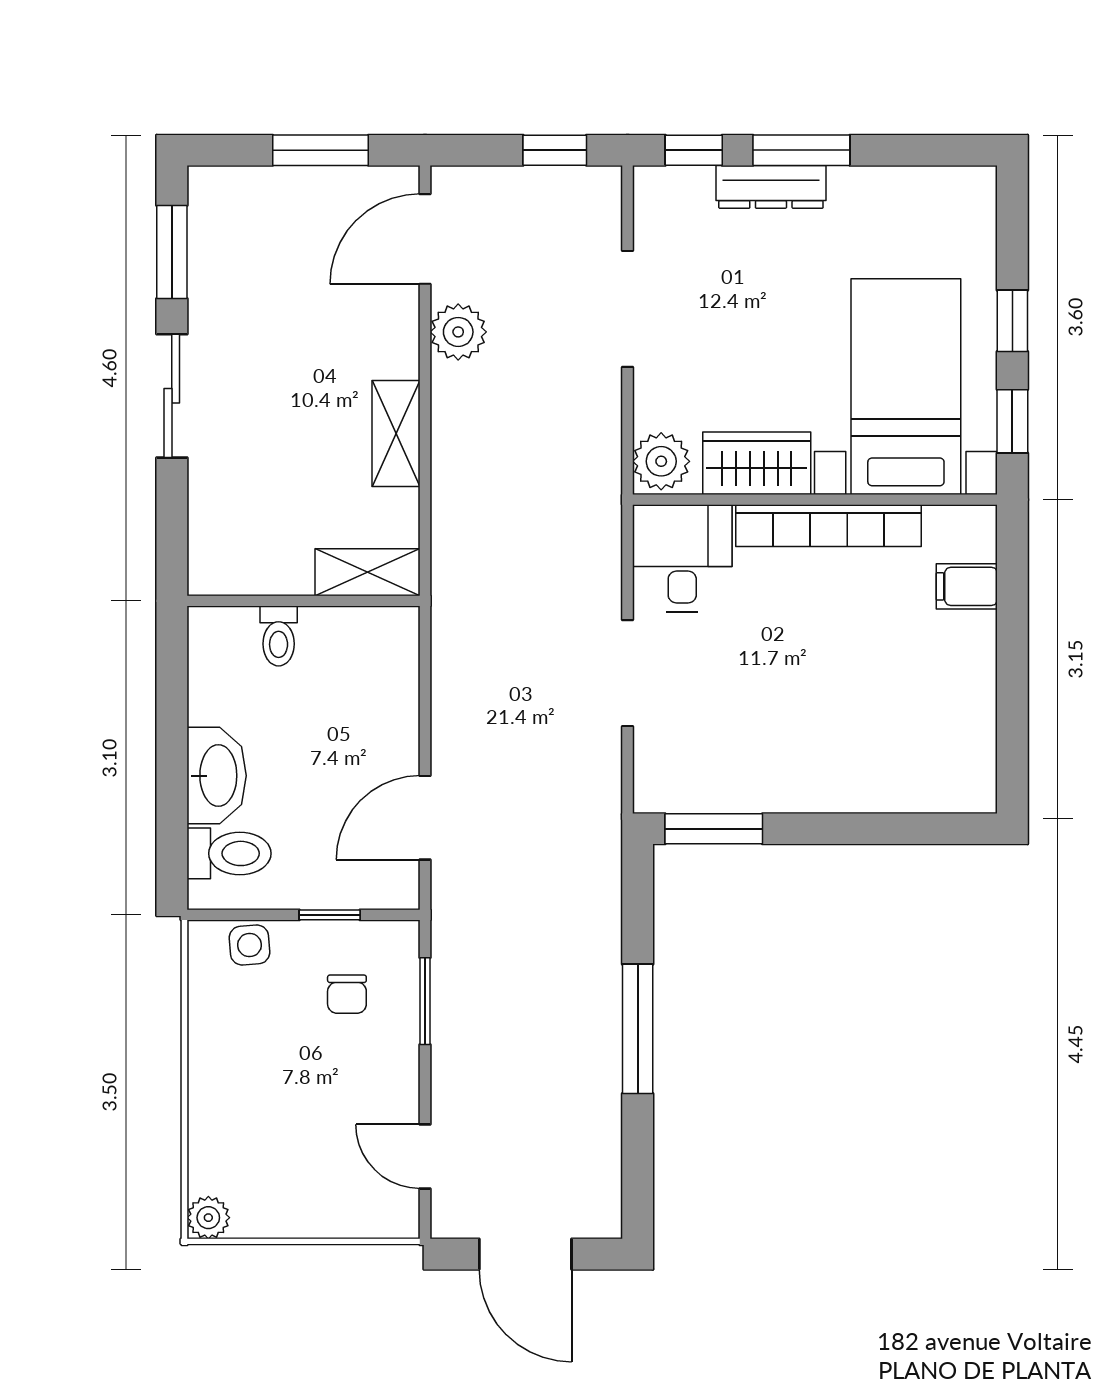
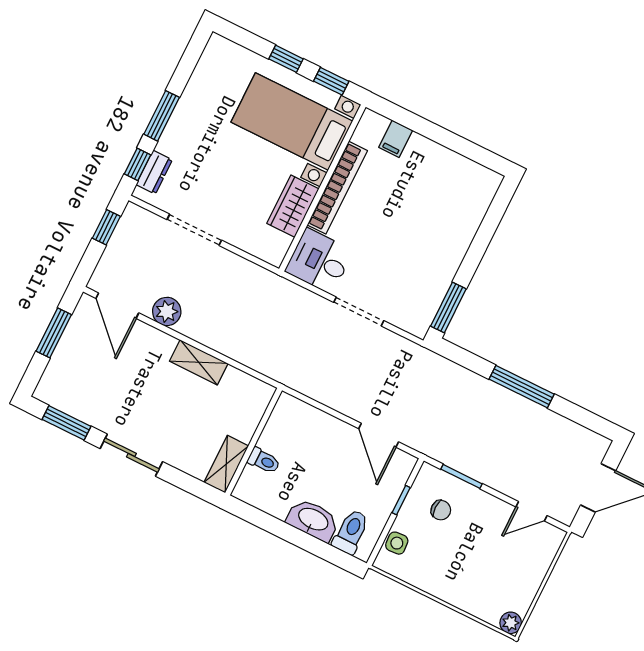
dresser: (771, 187) -> (154, 172), moved, width x0.70
plant: (661, 461) -> (271, 249), removed
shelving: (368, 572) -> (226, 464), moved

